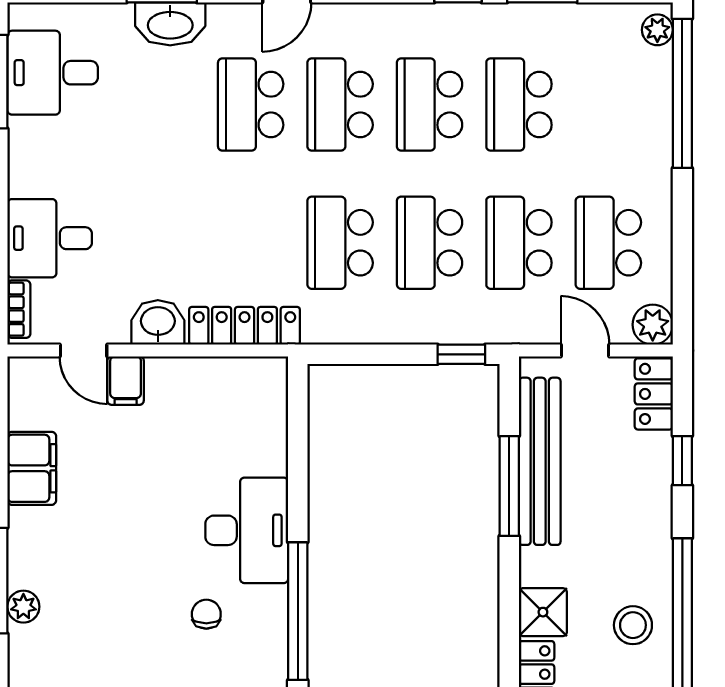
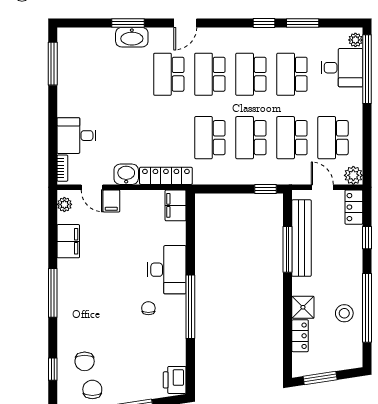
desk: (53, 73) -> (342, 68), moved, turned 180
filing cabinet: (266, 390) -> (176, 205), added
plant: (23, 607) -> (64, 204), moved

